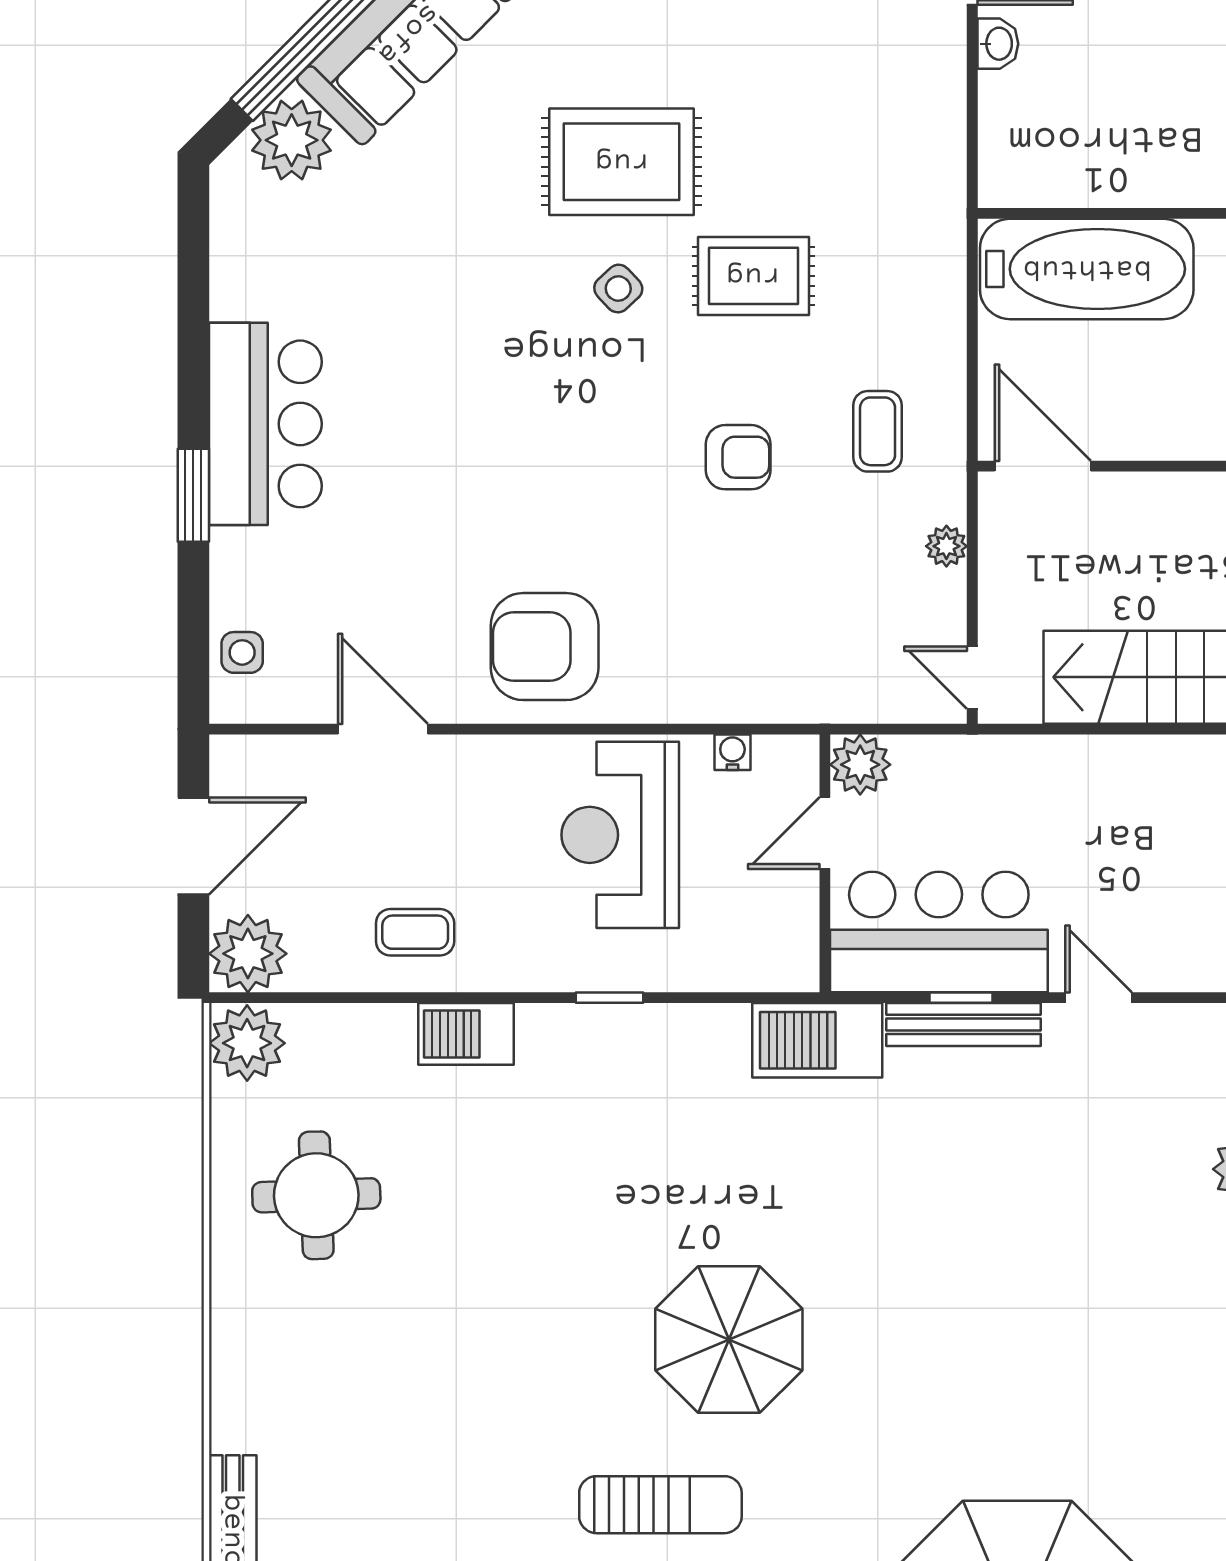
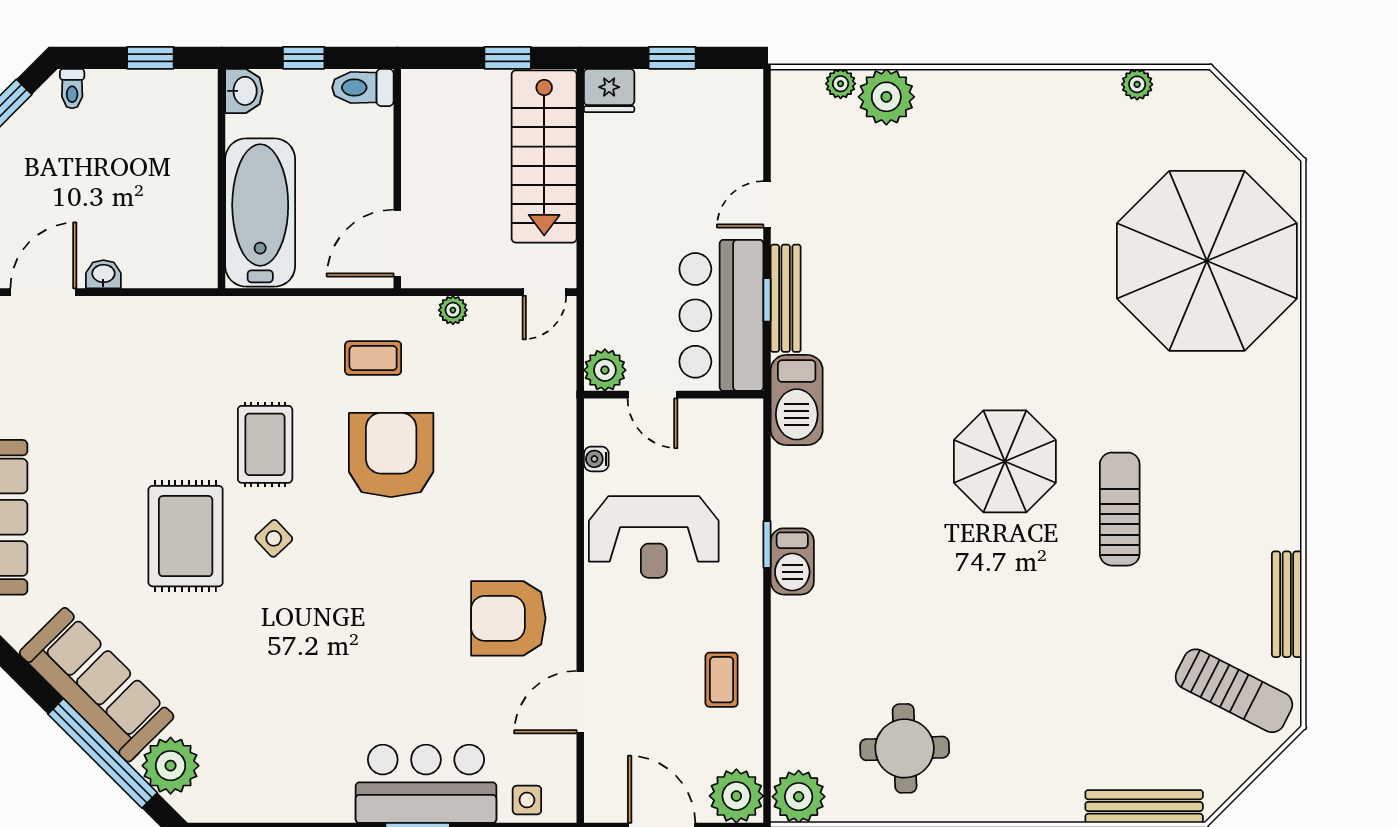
bar counter: (265, 424) -> (426, 784), moved
armchair: (738, 457) -> (391, 455), width x1.88, depth x1.88
armchair: (545, 647) -> (508, 618), moved, turned 90
barbecue: (466, 1034) -> (792, 561), moved

